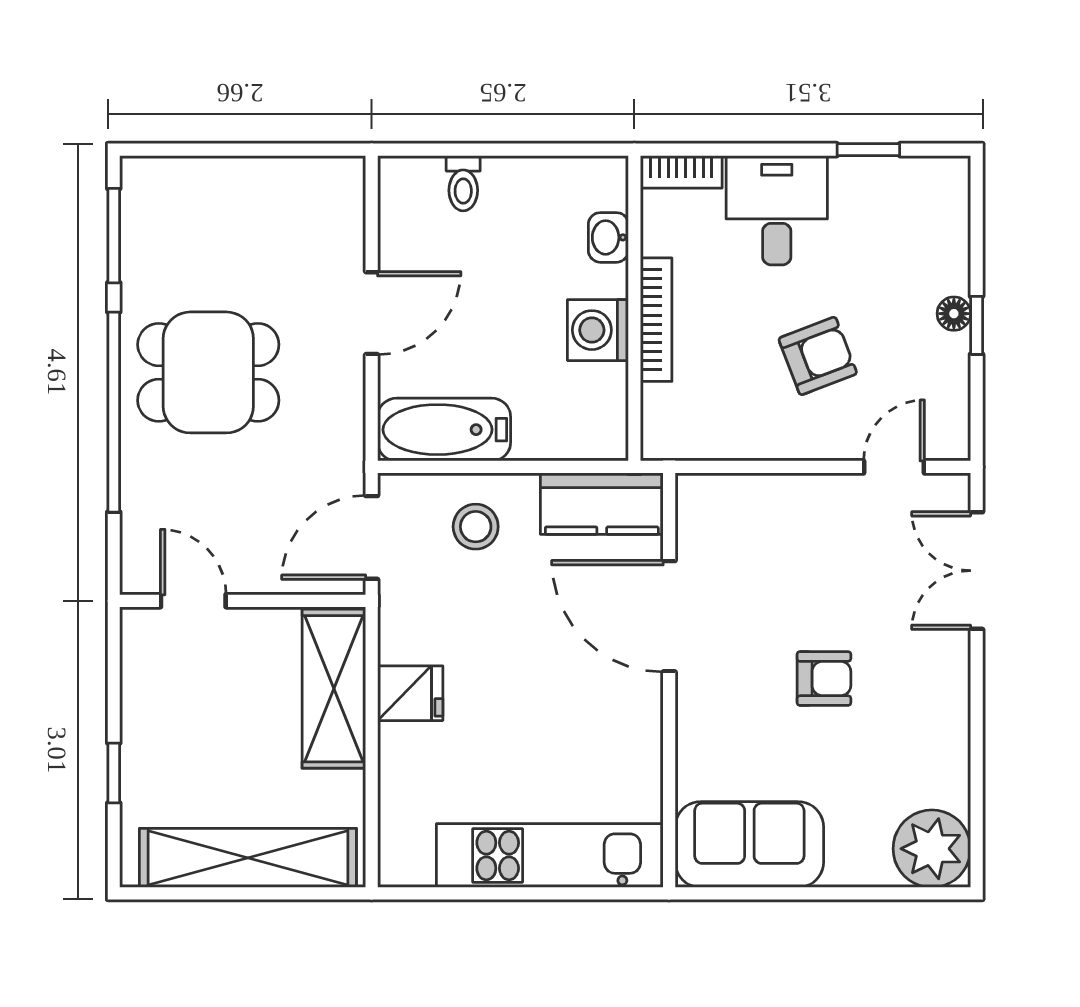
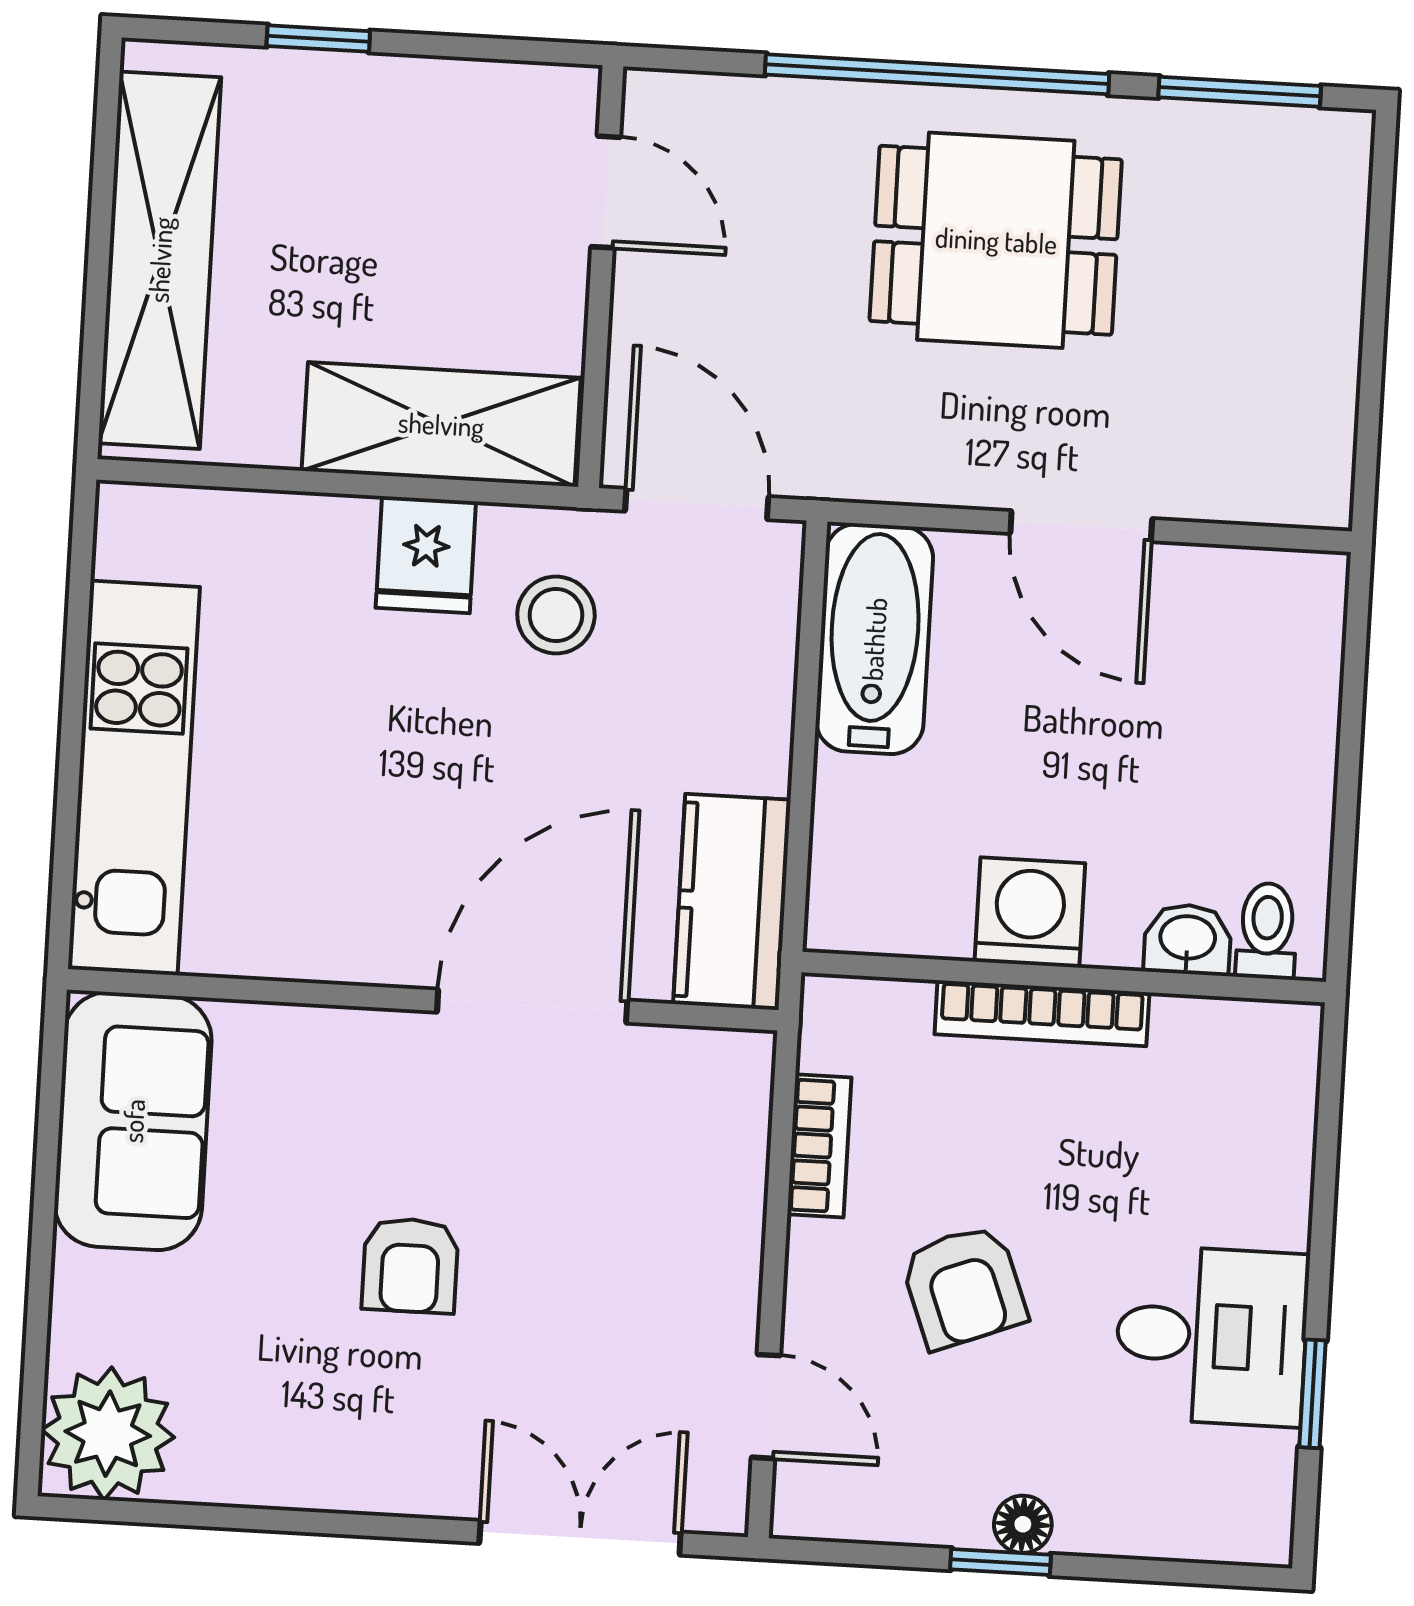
bookcase: (681, 172) -> (819, 1146), moved, turned 180
toilet: (463, 183) -> (1267, 931), moved, turned 90
desk: (777, 210) -> (1212, 1336), moved
dining table: (208, 372) -> (996, 240), turned 90
stool: (476, 527) -> (556, 615), moved
door: (193, 601) -> (606, 192), hinge flipped

